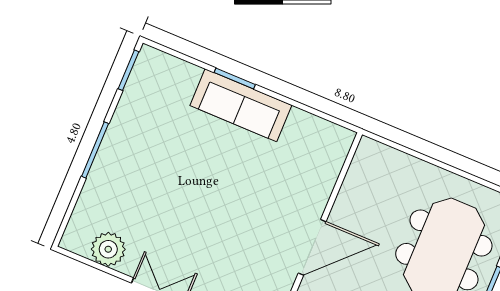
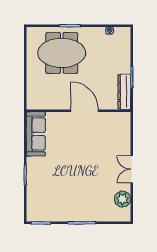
sofa: (241, 105) -> (36, 134), moved

